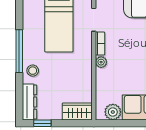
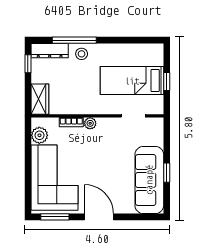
bookcase: (100, 43) -> (71, 122), moved
window: (19, 51) -> (74, 40), moved

